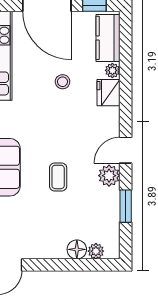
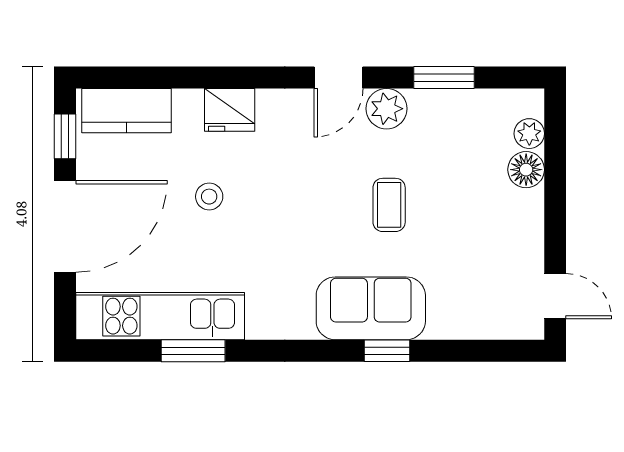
plant: (112, 70) -> (188, 102), removed
door: (126, 150) -> (338, 77), hinge flipped
coffee table: (58, 177) -> (389, 205), turned 90

